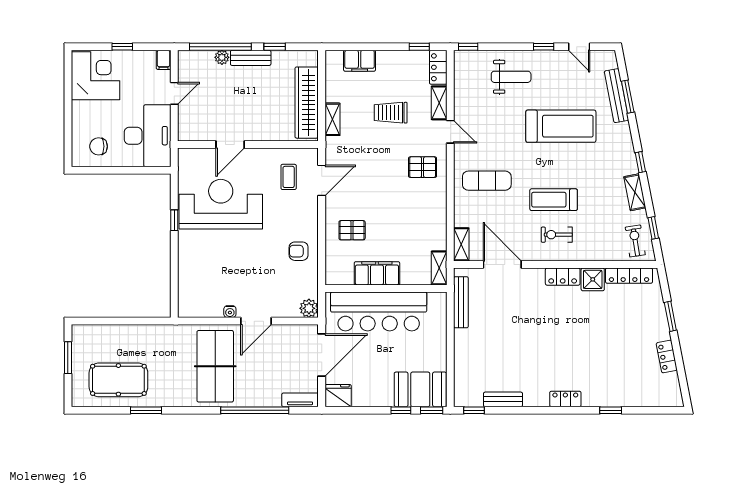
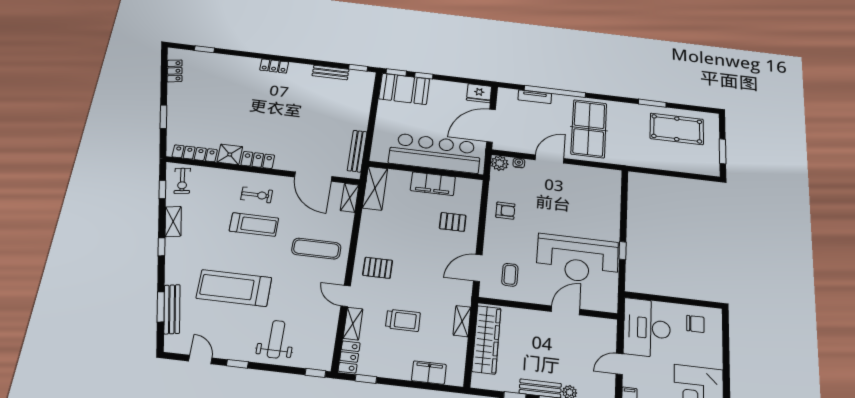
weight bench: (511, 77) -> (276, 339), turned 90
shelving: (439, 268) -> (375, 188), width x1.50, depth x1.33
water cooler: (230, 312) -> (519, 163), moved
locker: (667, 357) -> (175, 71), moved
tv unit: (300, 400) -> (535, 97), moved
window: (611, 410) -> (204, 49), moved

